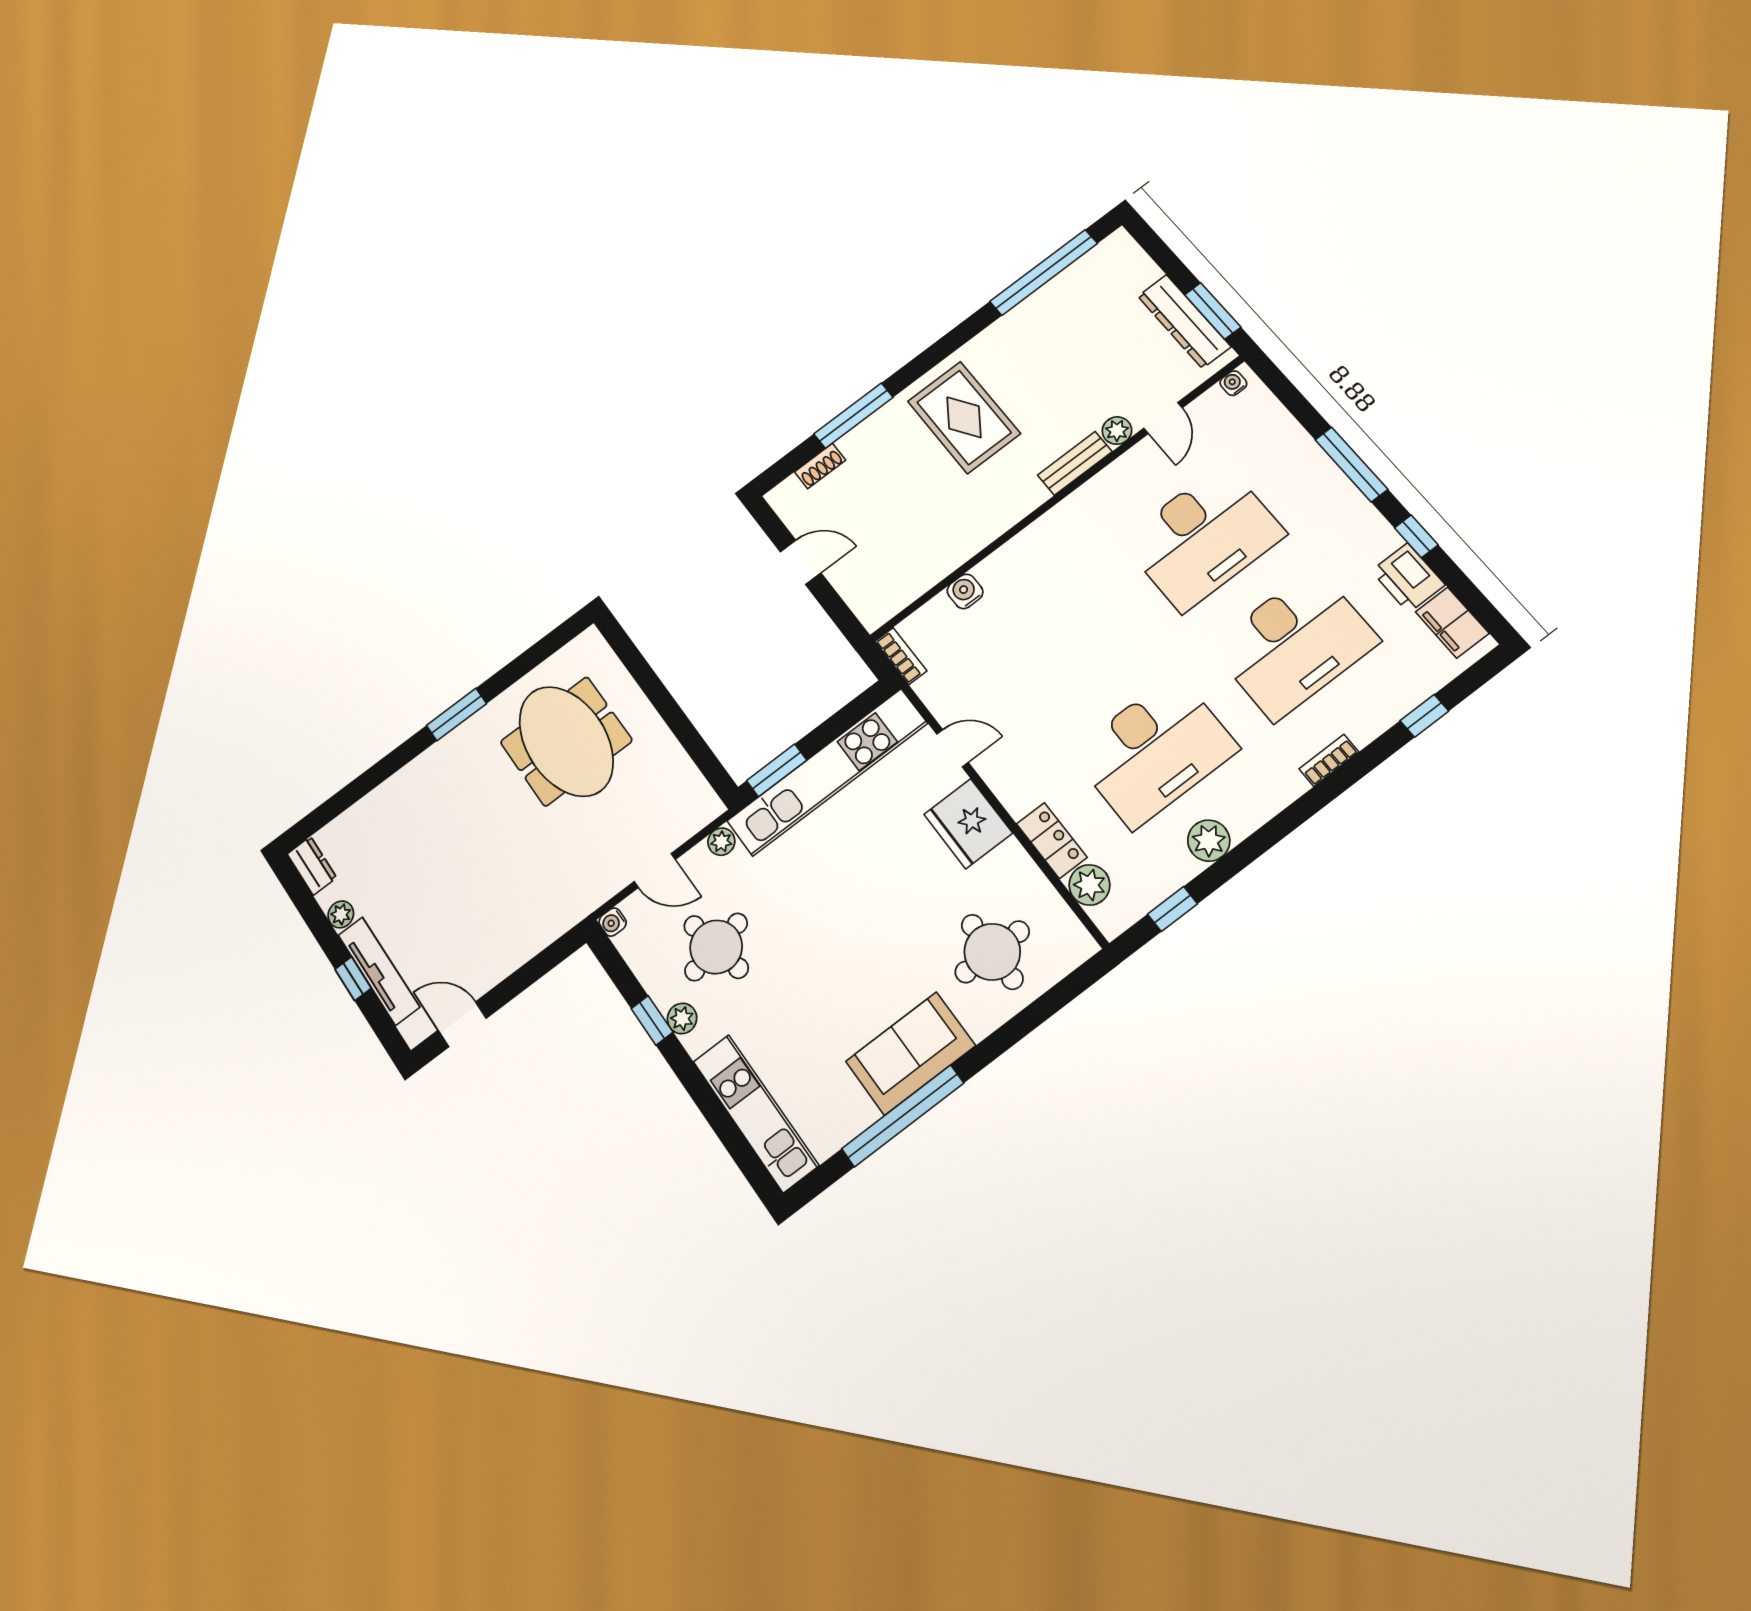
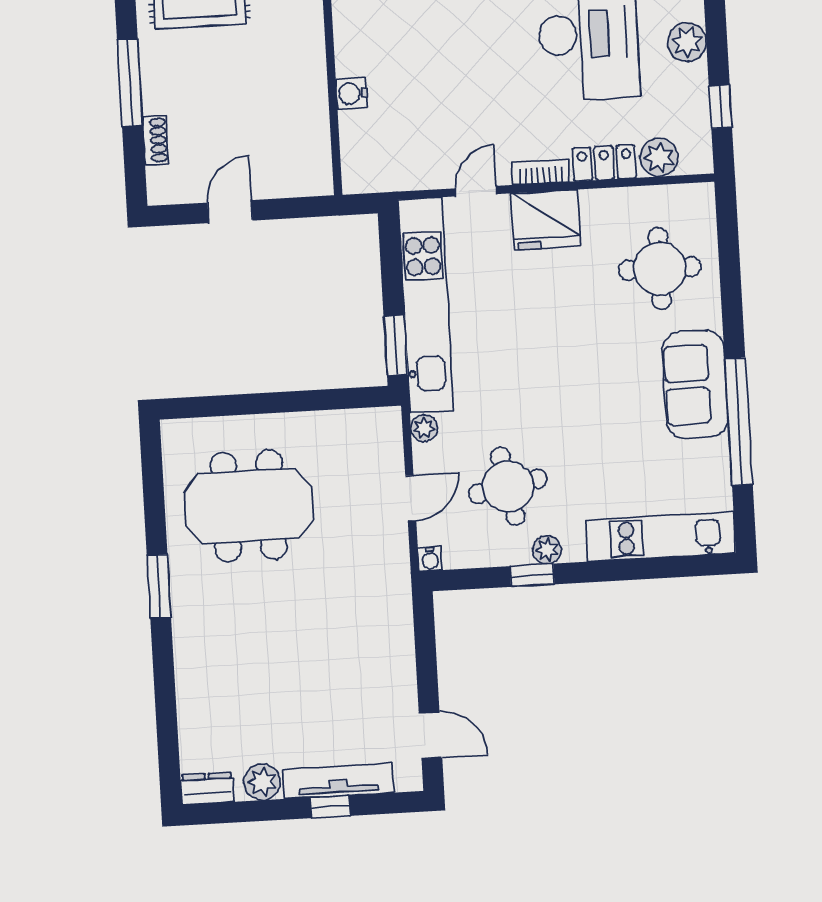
bookcase: (901, 656) -> (541, 172), moved
plant: (341, 914) -> (262, 782), width x1.38, depth x1.38
door: (462, 1024) -> (431, 735), swing flipped

